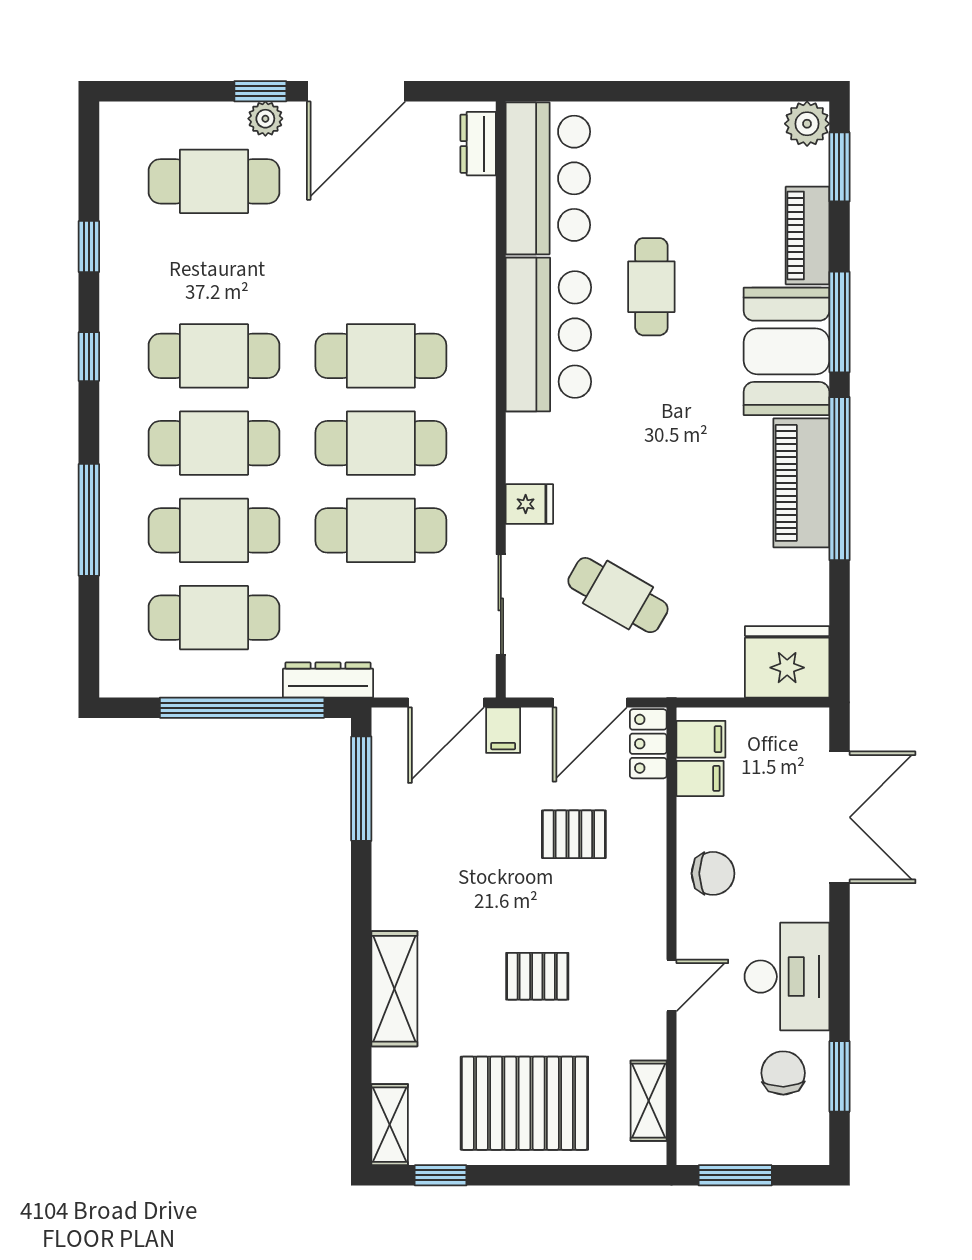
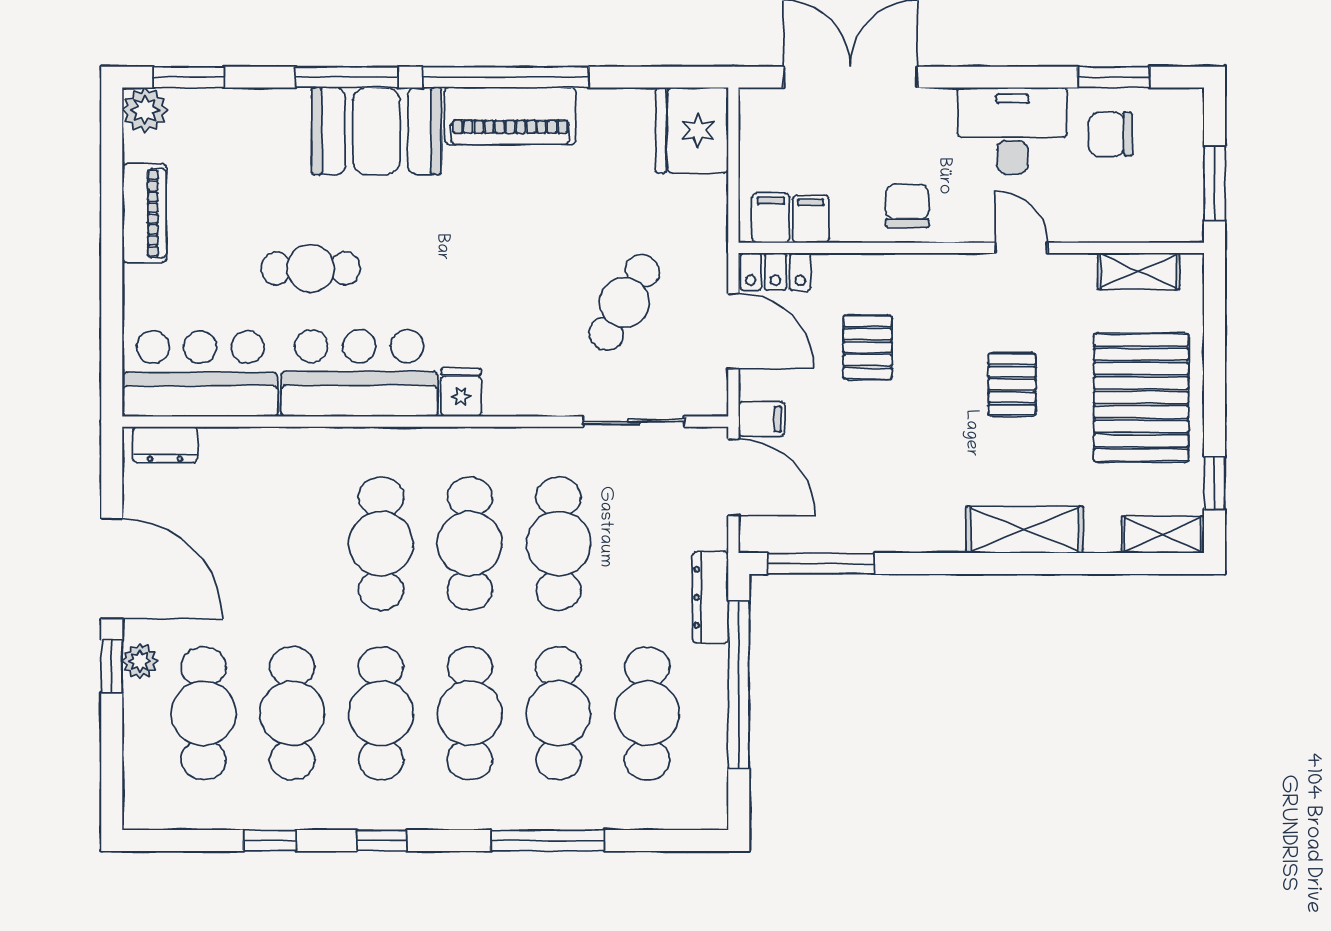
piano: (807, 235) -> (144, 213), moved, turned -90
cafe table: (214, 269) -> (292, 713), added
fridge: (529, 504) -> (461, 393), moved

